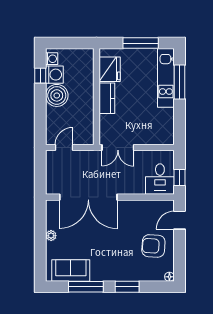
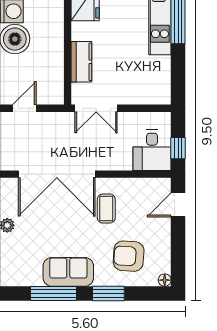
kitchen counter: (107, 98) -> (81, 62), moved
coffee table: (126, 223) -> (106, 209), added
armchair: (153, 246) -> (129, 256), moved
sofa: (71, 271) -> (68, 272), moved

